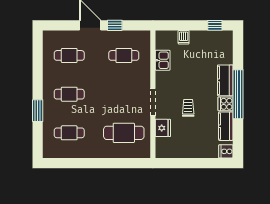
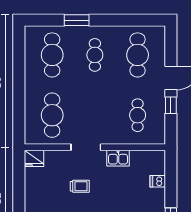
cafe table: (69, 55) -> (138, 55), width x1.37, depth x1.35
kitchen sink: (163, 60) -> (118, 158), moved
fridge: (163, 128) -> (34, 158), moved
cafe table: (69, 133) -> (52, 55), width x1.37, depth x1.35

